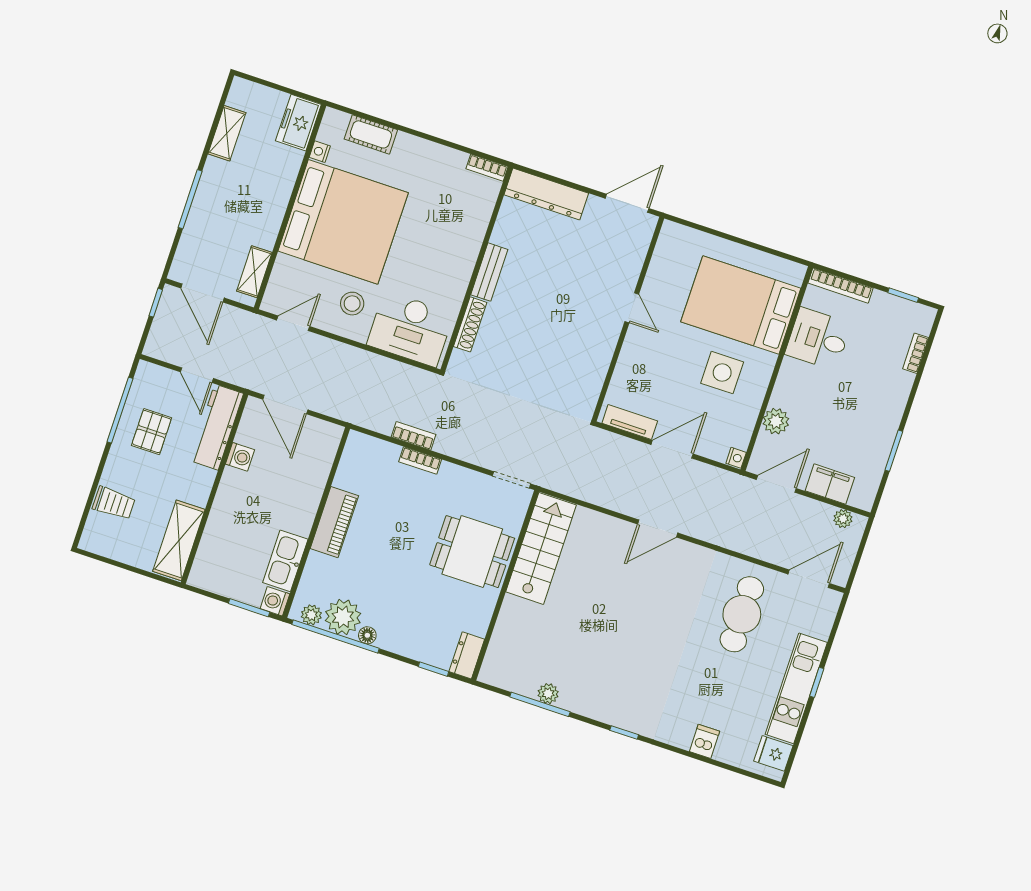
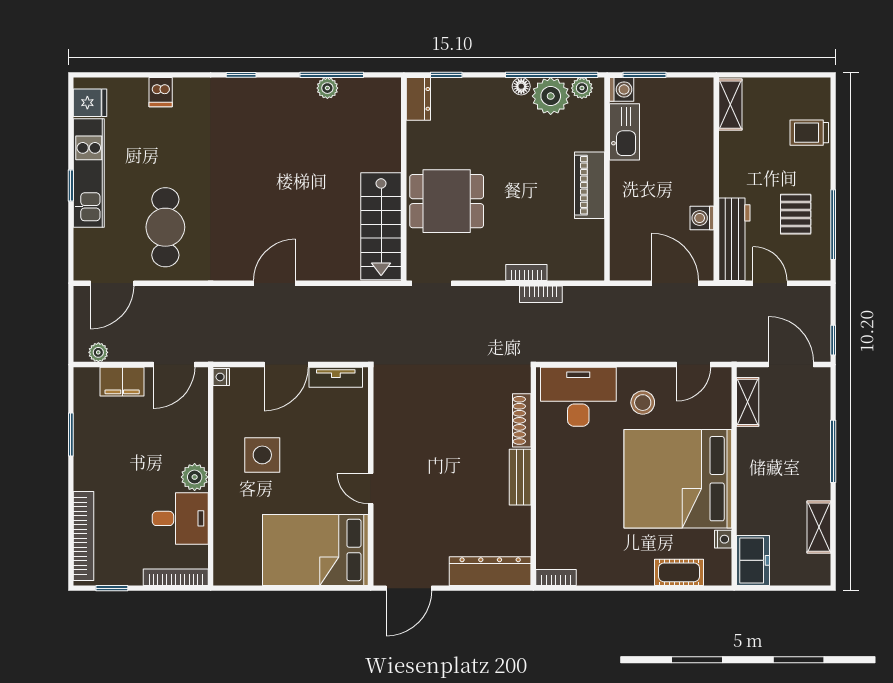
bed: (741, 305) -> (315, 550), moved, turned 180
bookcase: (916, 353) -> (84, 536), width x2.31, depth x1.31
plant: (776, 421) -> (195, 477), moved
shelving: (179, 540) -> (730, 105), width x0.67, depth x0.75

